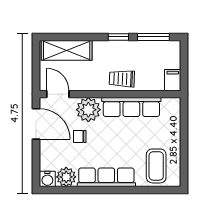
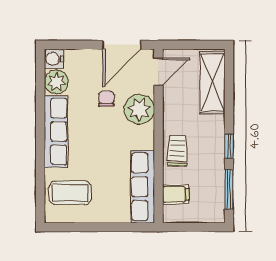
filing cabinet: (173, 80) -> (176, 194), moved
row of seats: (131, 107) -> (143, 187), moved

